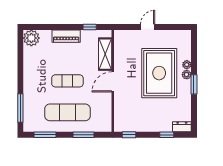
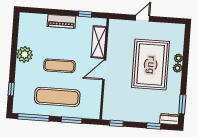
plant: (31, 38) -> (25, 54), moved
window: (194, 84) -> (182, 104), moved
window: (20, 108) -> (11, 89), width x0.46
window: (45, 135) -> (33, 117), width x1.44

